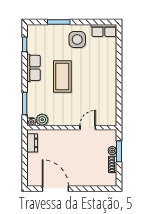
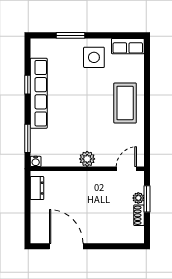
window: (25, 44) -> (28, 85), moved
row of seats: (34, 68) -> (39, 93), width x2.02
coffee table: (62, 77) -> (125, 103), moved
plant: (42, 120) -> (87, 159), moved
door: (88, 128) -> (126, 169), moved

